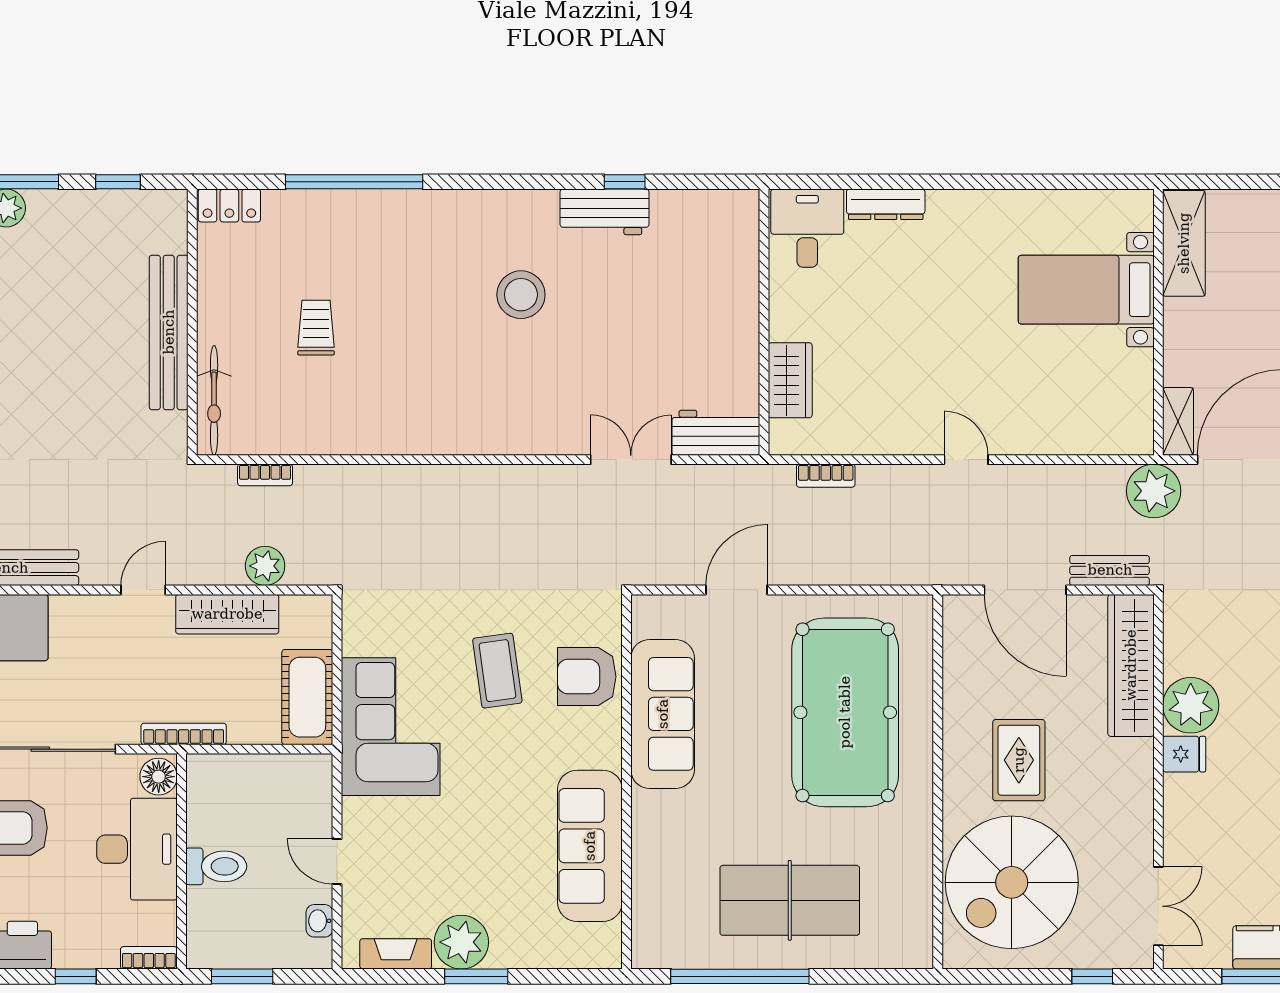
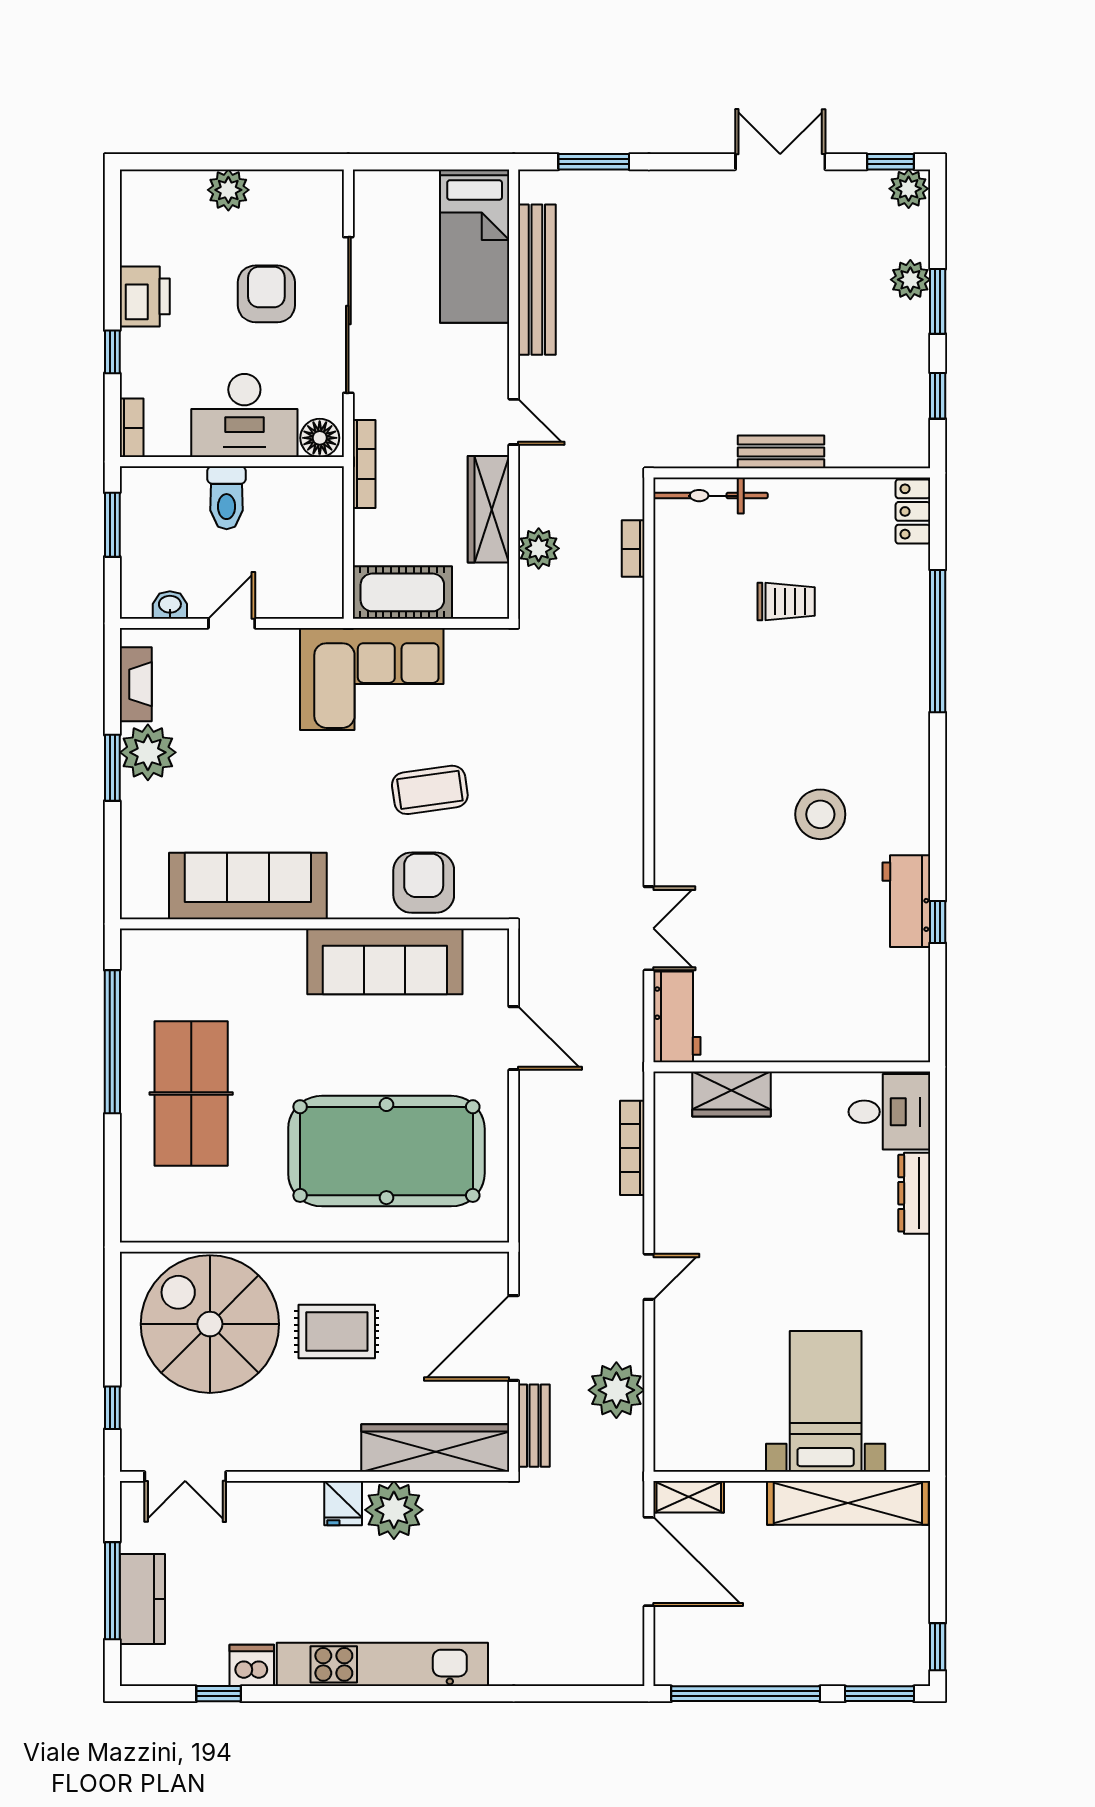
shelving: (1184, 243) -> (848, 1503), width x1.47
bench: (169, 332) -> (781, 452), width x0.54, depth x0.82
bookcase: (826, 476) -> (632, 1148), width x1.56
plant: (1154, 491) -> (616, 1390), moved

